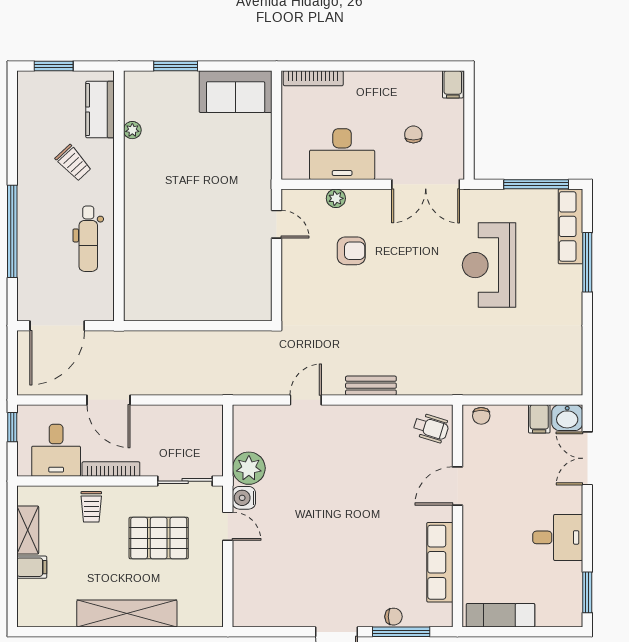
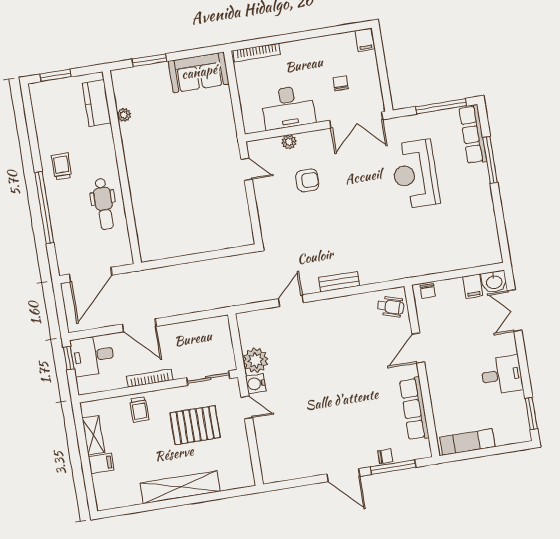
trolley: (73, 163) -> (61, 166), moved, turned -137
desk: (56, 450) -> (93, 356), moved, turned 90

